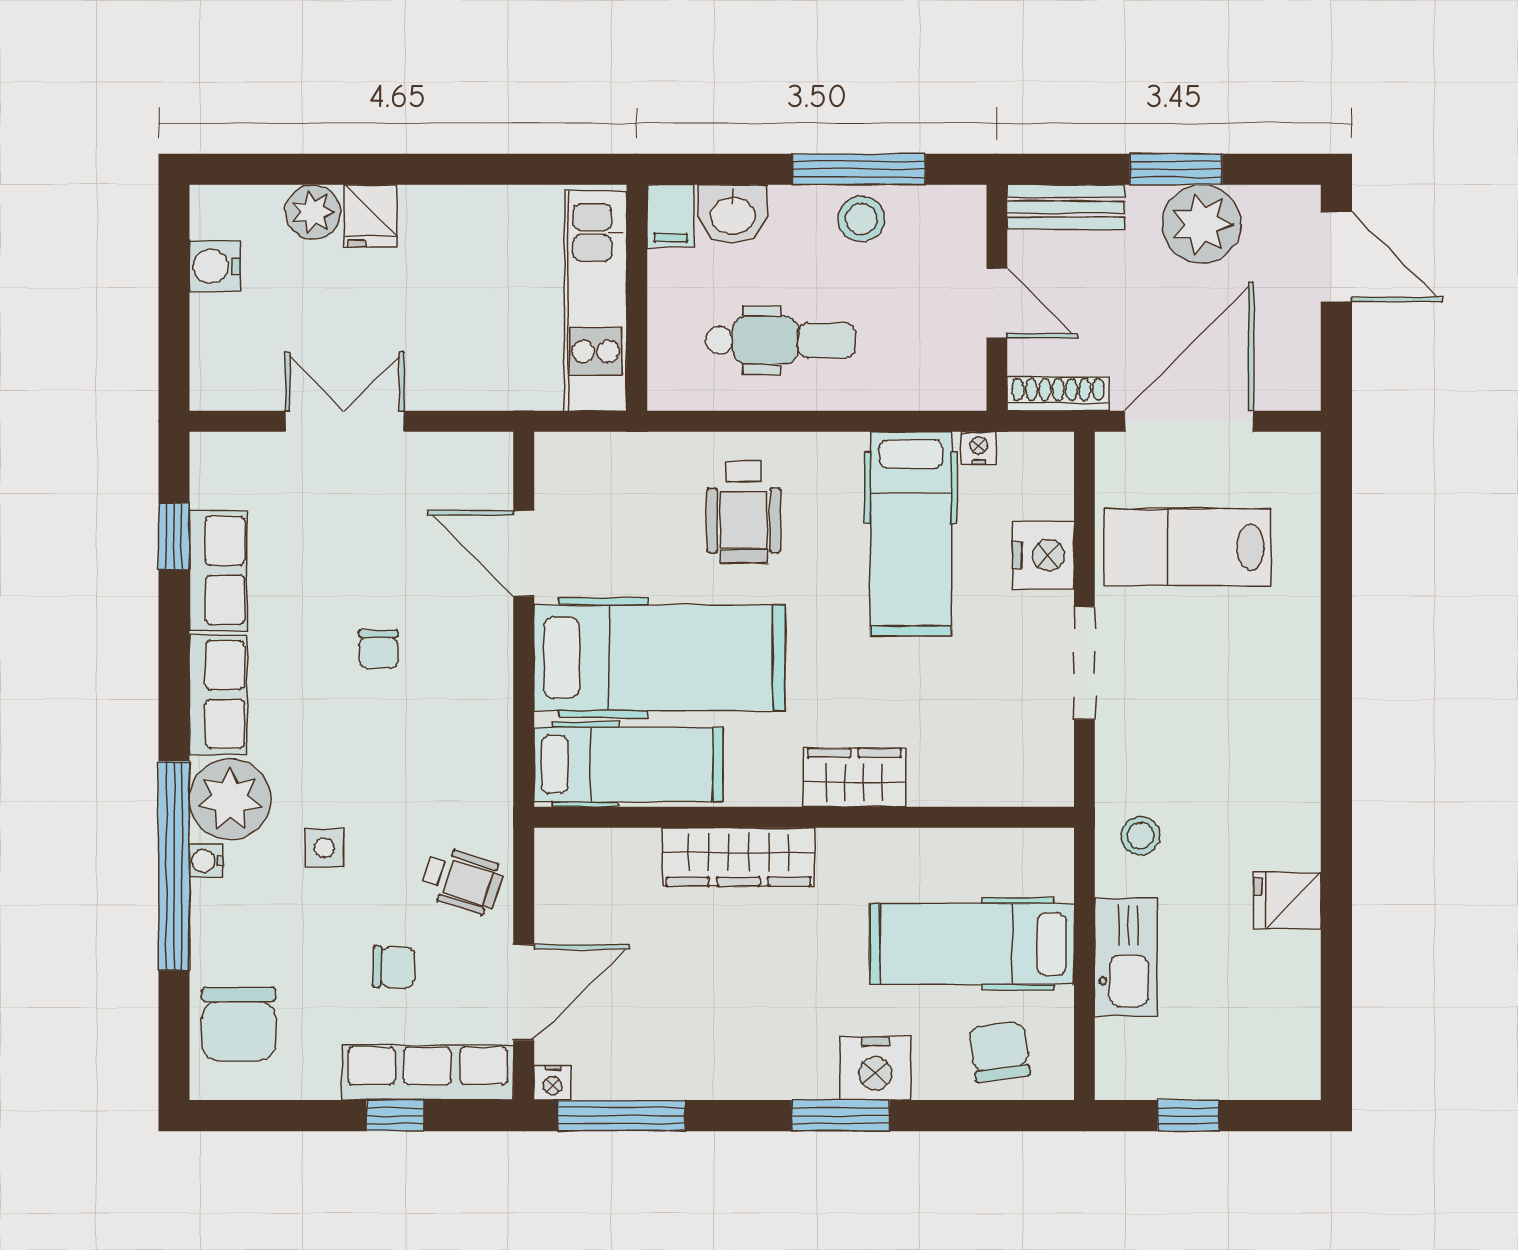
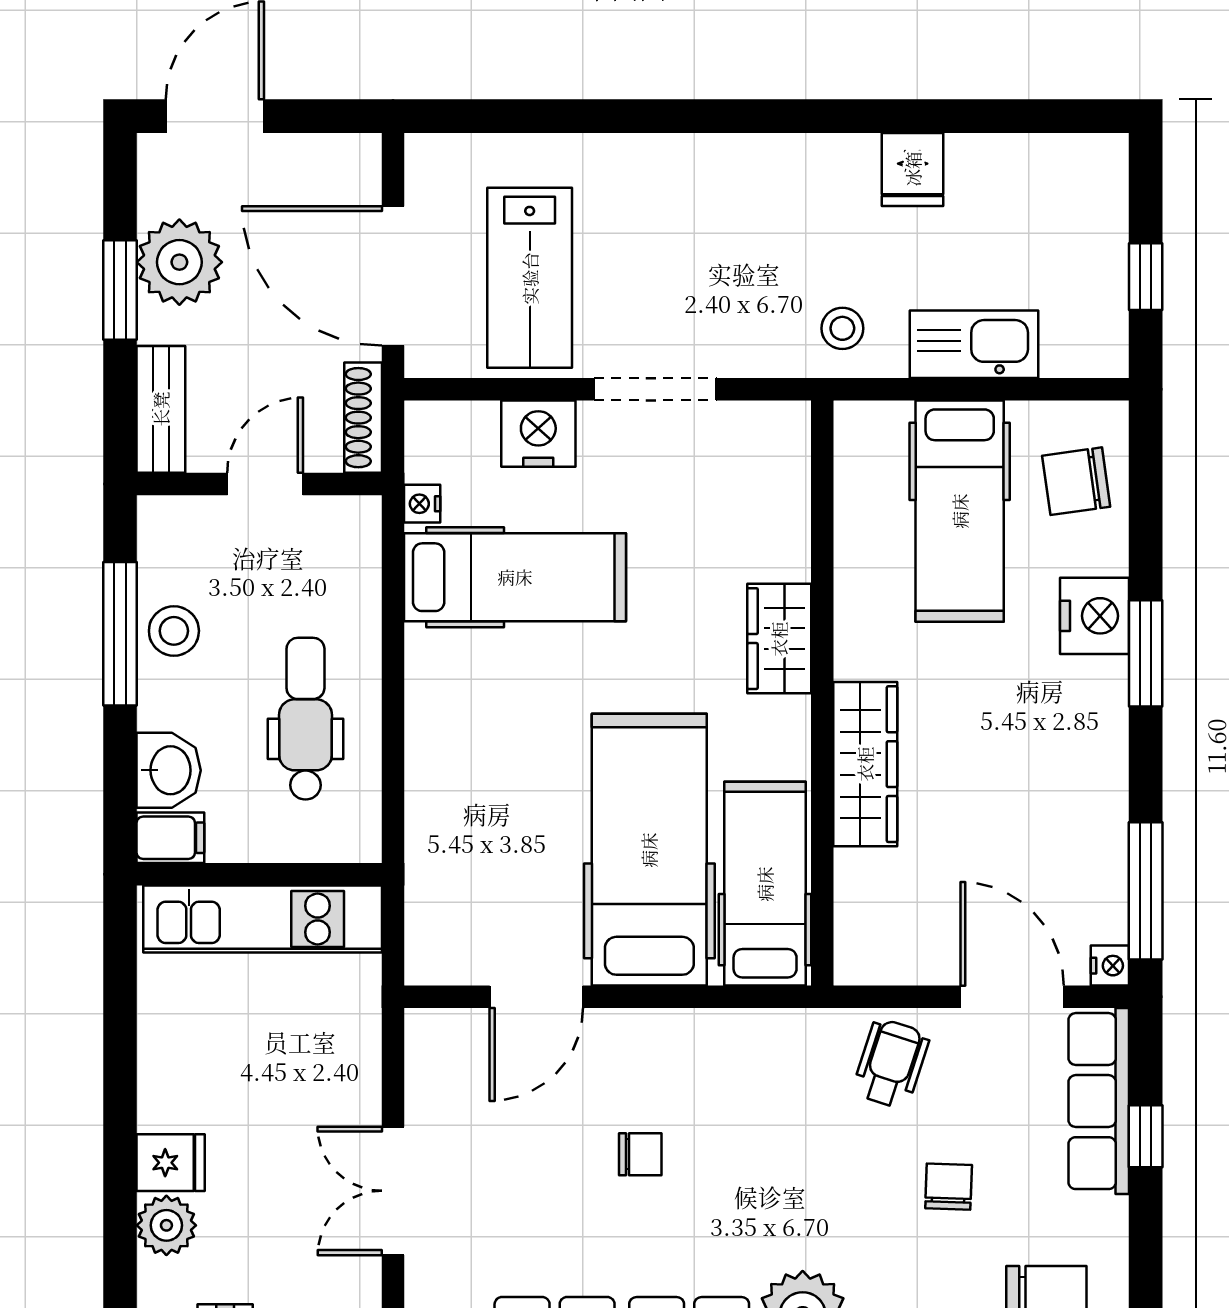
wheelchair: (744, 512) -> (492, 759), removed
side table: (324, 848) -> (855, 1213), removed
chair: (394, 967) -> (949, 1187), moved

